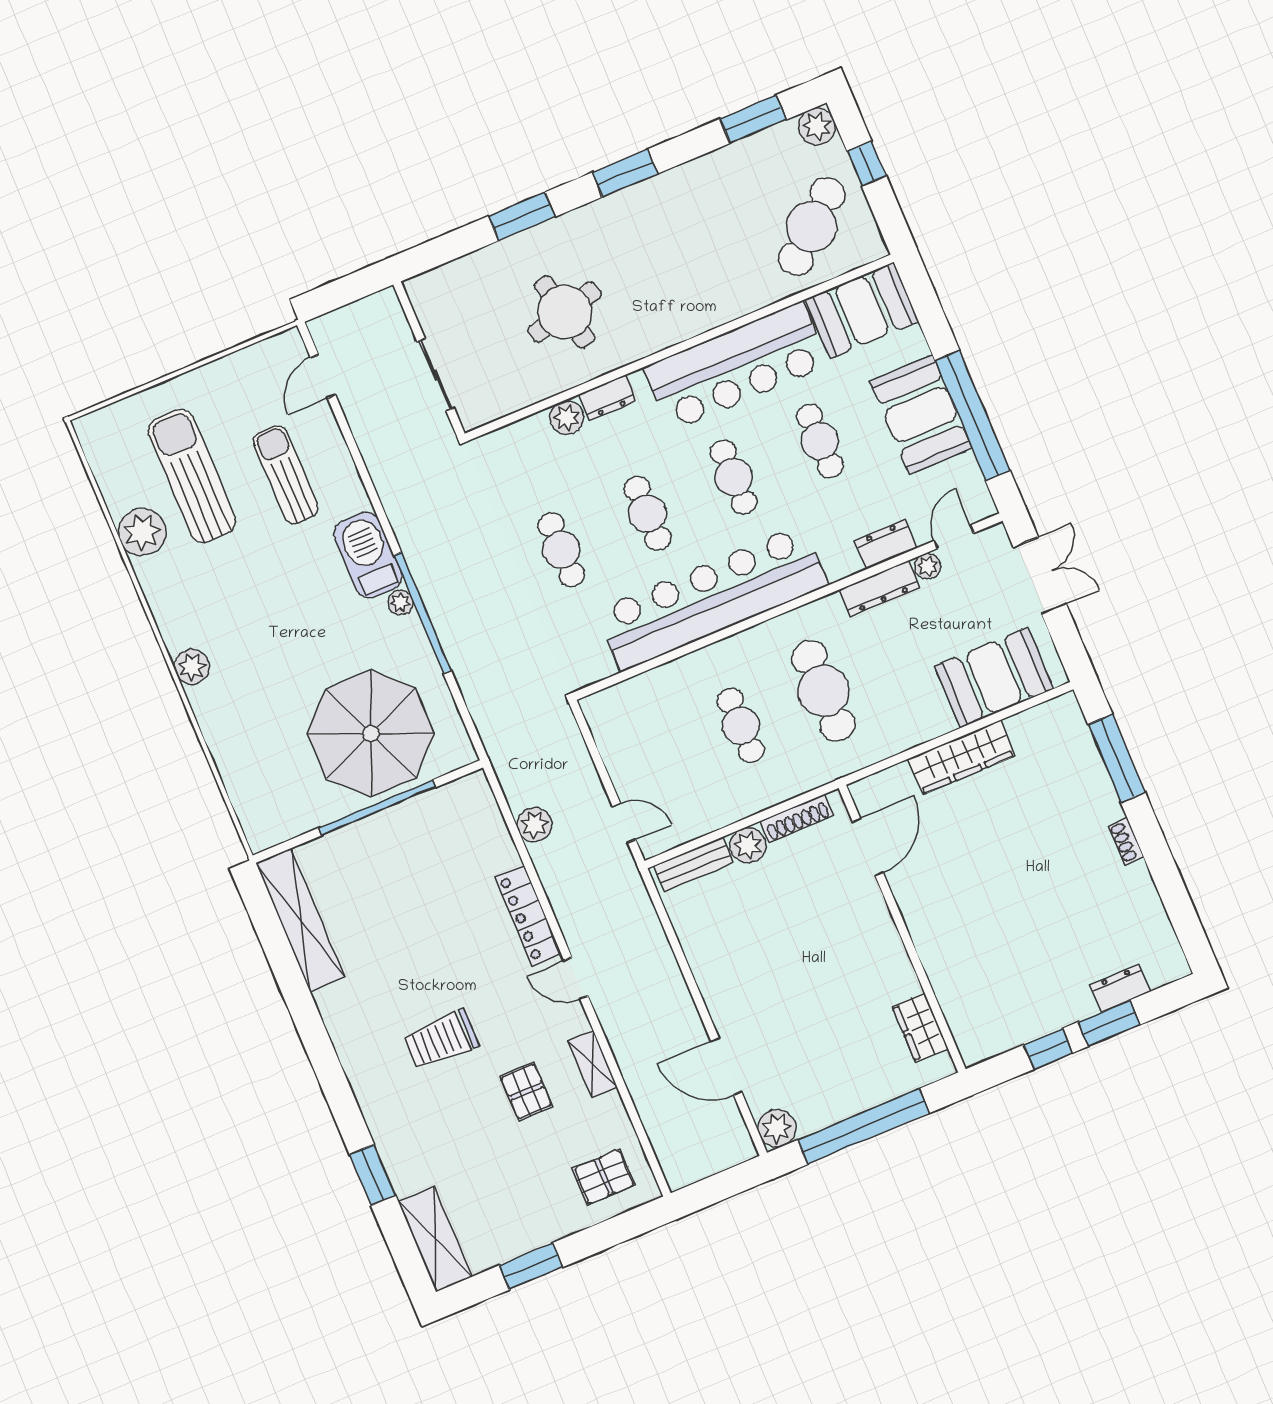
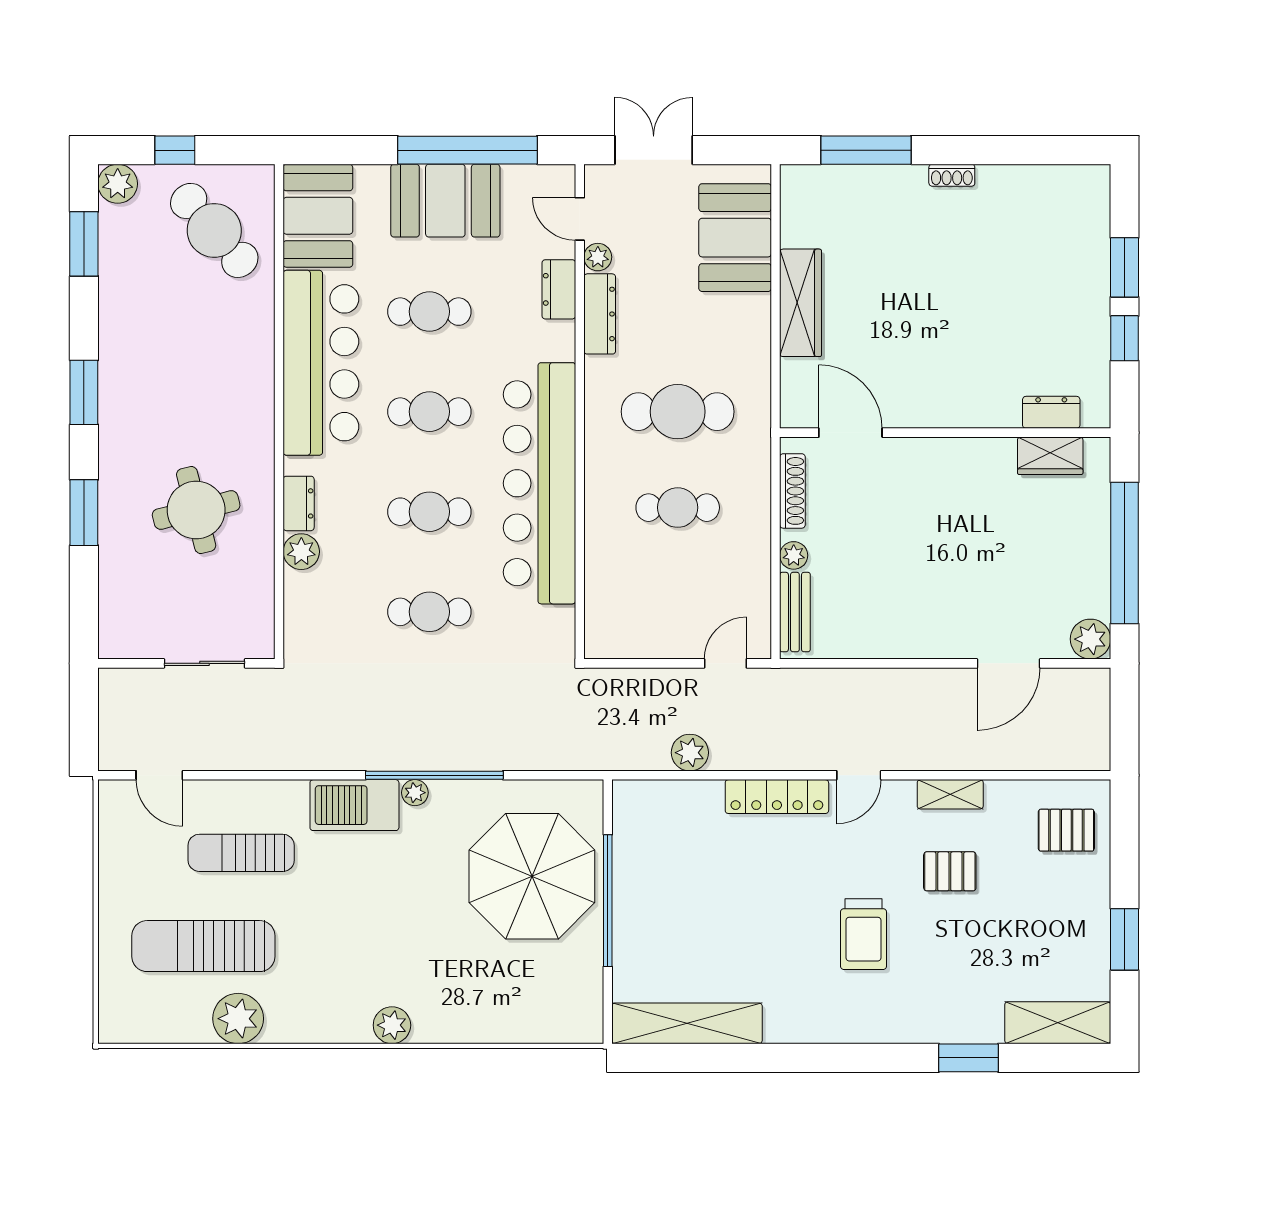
plant: (748, 845) -> (794, 555), width x0.73, depth x0.73
dresser: (1120, 988) -> (1051, 412), moved, turned 90
pallet: (604, 1177) -> (1066, 830), turned 90

